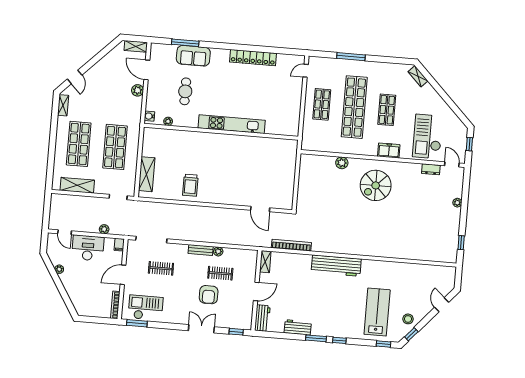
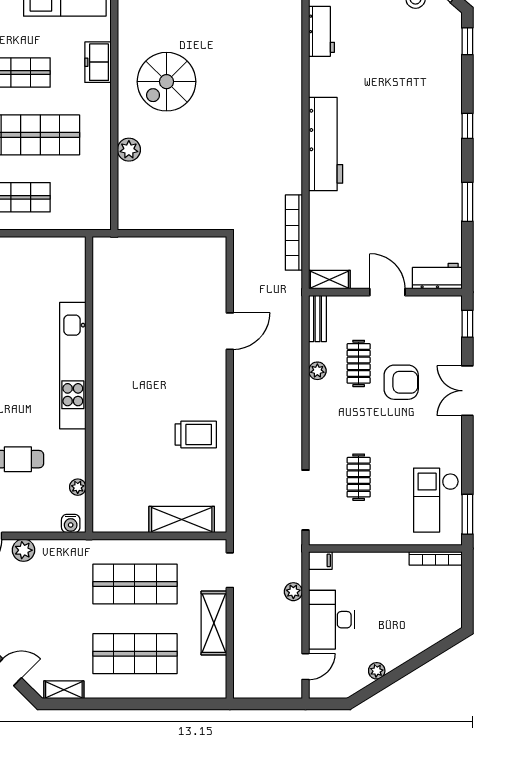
shelving: (77, 185) -> (214, 623), moved
spiral stairs: (376, 185) -> (167, 82), turned 90
door: (260, 209) -> (230, 331), moved
bench: (201, 250) -> (317, 318), moved
door: (123, 275) -> (377, 548), removed
lab bench: (377, 312) -> (407, 59), removed
workbench: (298, 327) -> (322, 31), moved, turned 180
window: (316, 338) -> (467, 202), moved

